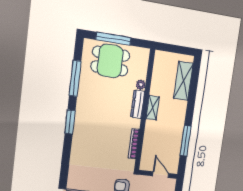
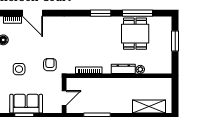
window: (113, 39) -> (175, 41), width x0.69
dining table: (110, 61) -> (135, 34), moved
shelving: (153, 108) -> (122, 83), removed

